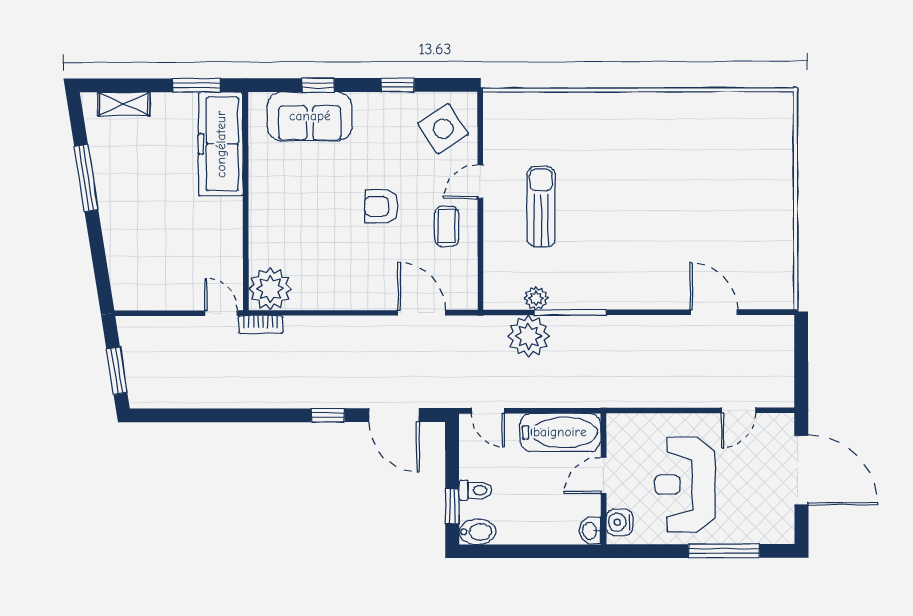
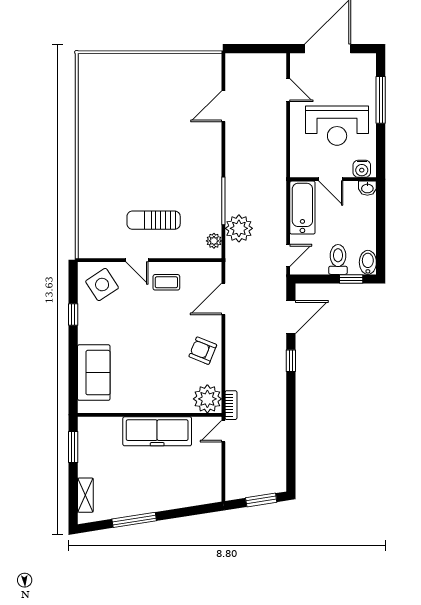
window: (318, 85) -> (73, 367), removed
freezer: (221, 144) -> (157, 431), moved
armchair: (381, 206) -> (203, 351), moved, turned 112
plant: (536, 298) -> (214, 241), moved
toilet: (475, 490) -> (338, 259), width x1.37, depth x1.39

